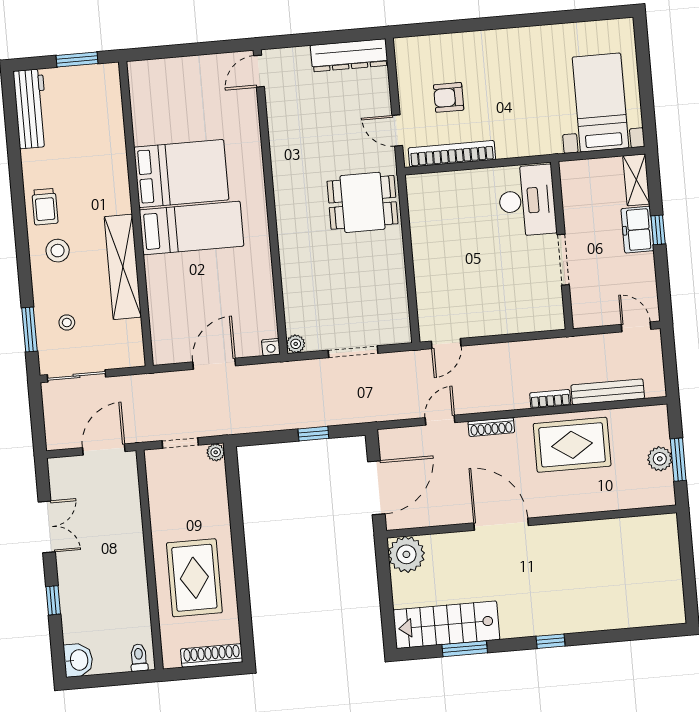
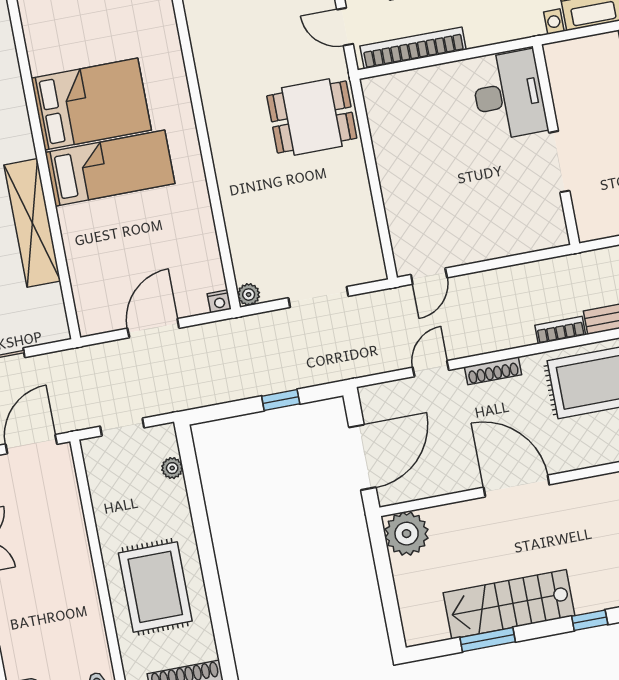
plant: (216, 452) -> (172, 468), moved
stairs: (446, 625) -> (509, 604), moved

